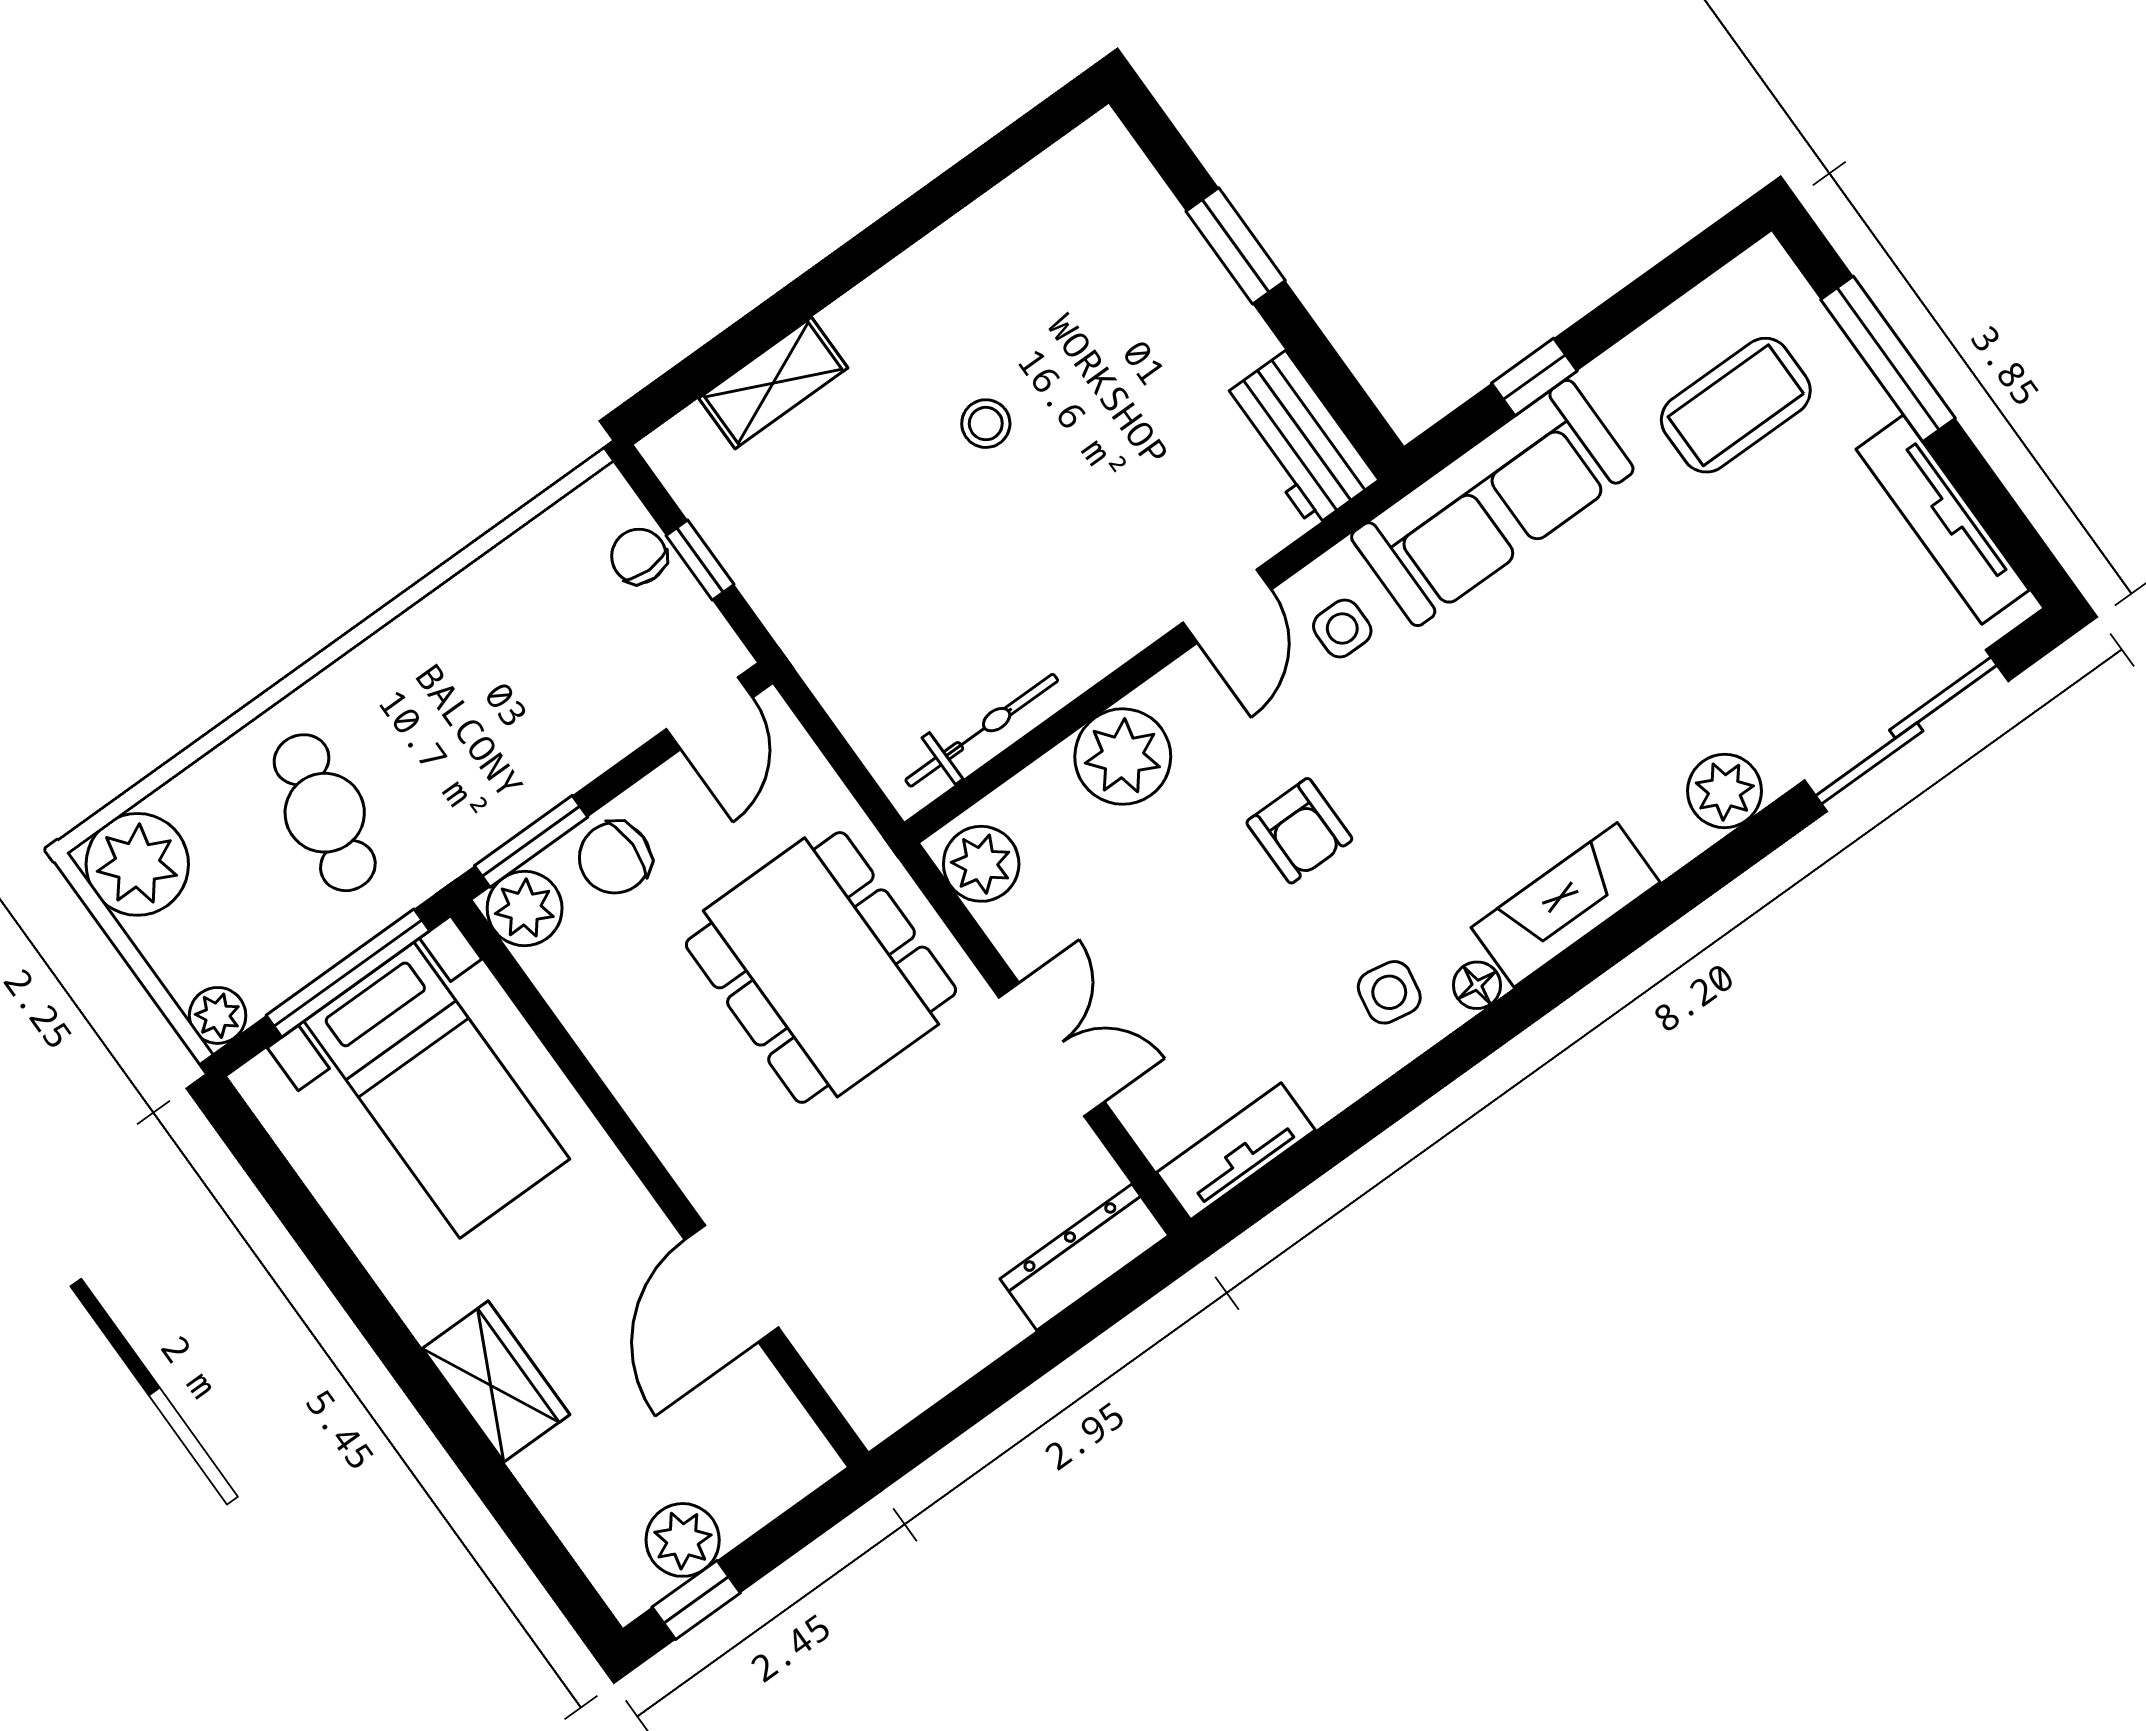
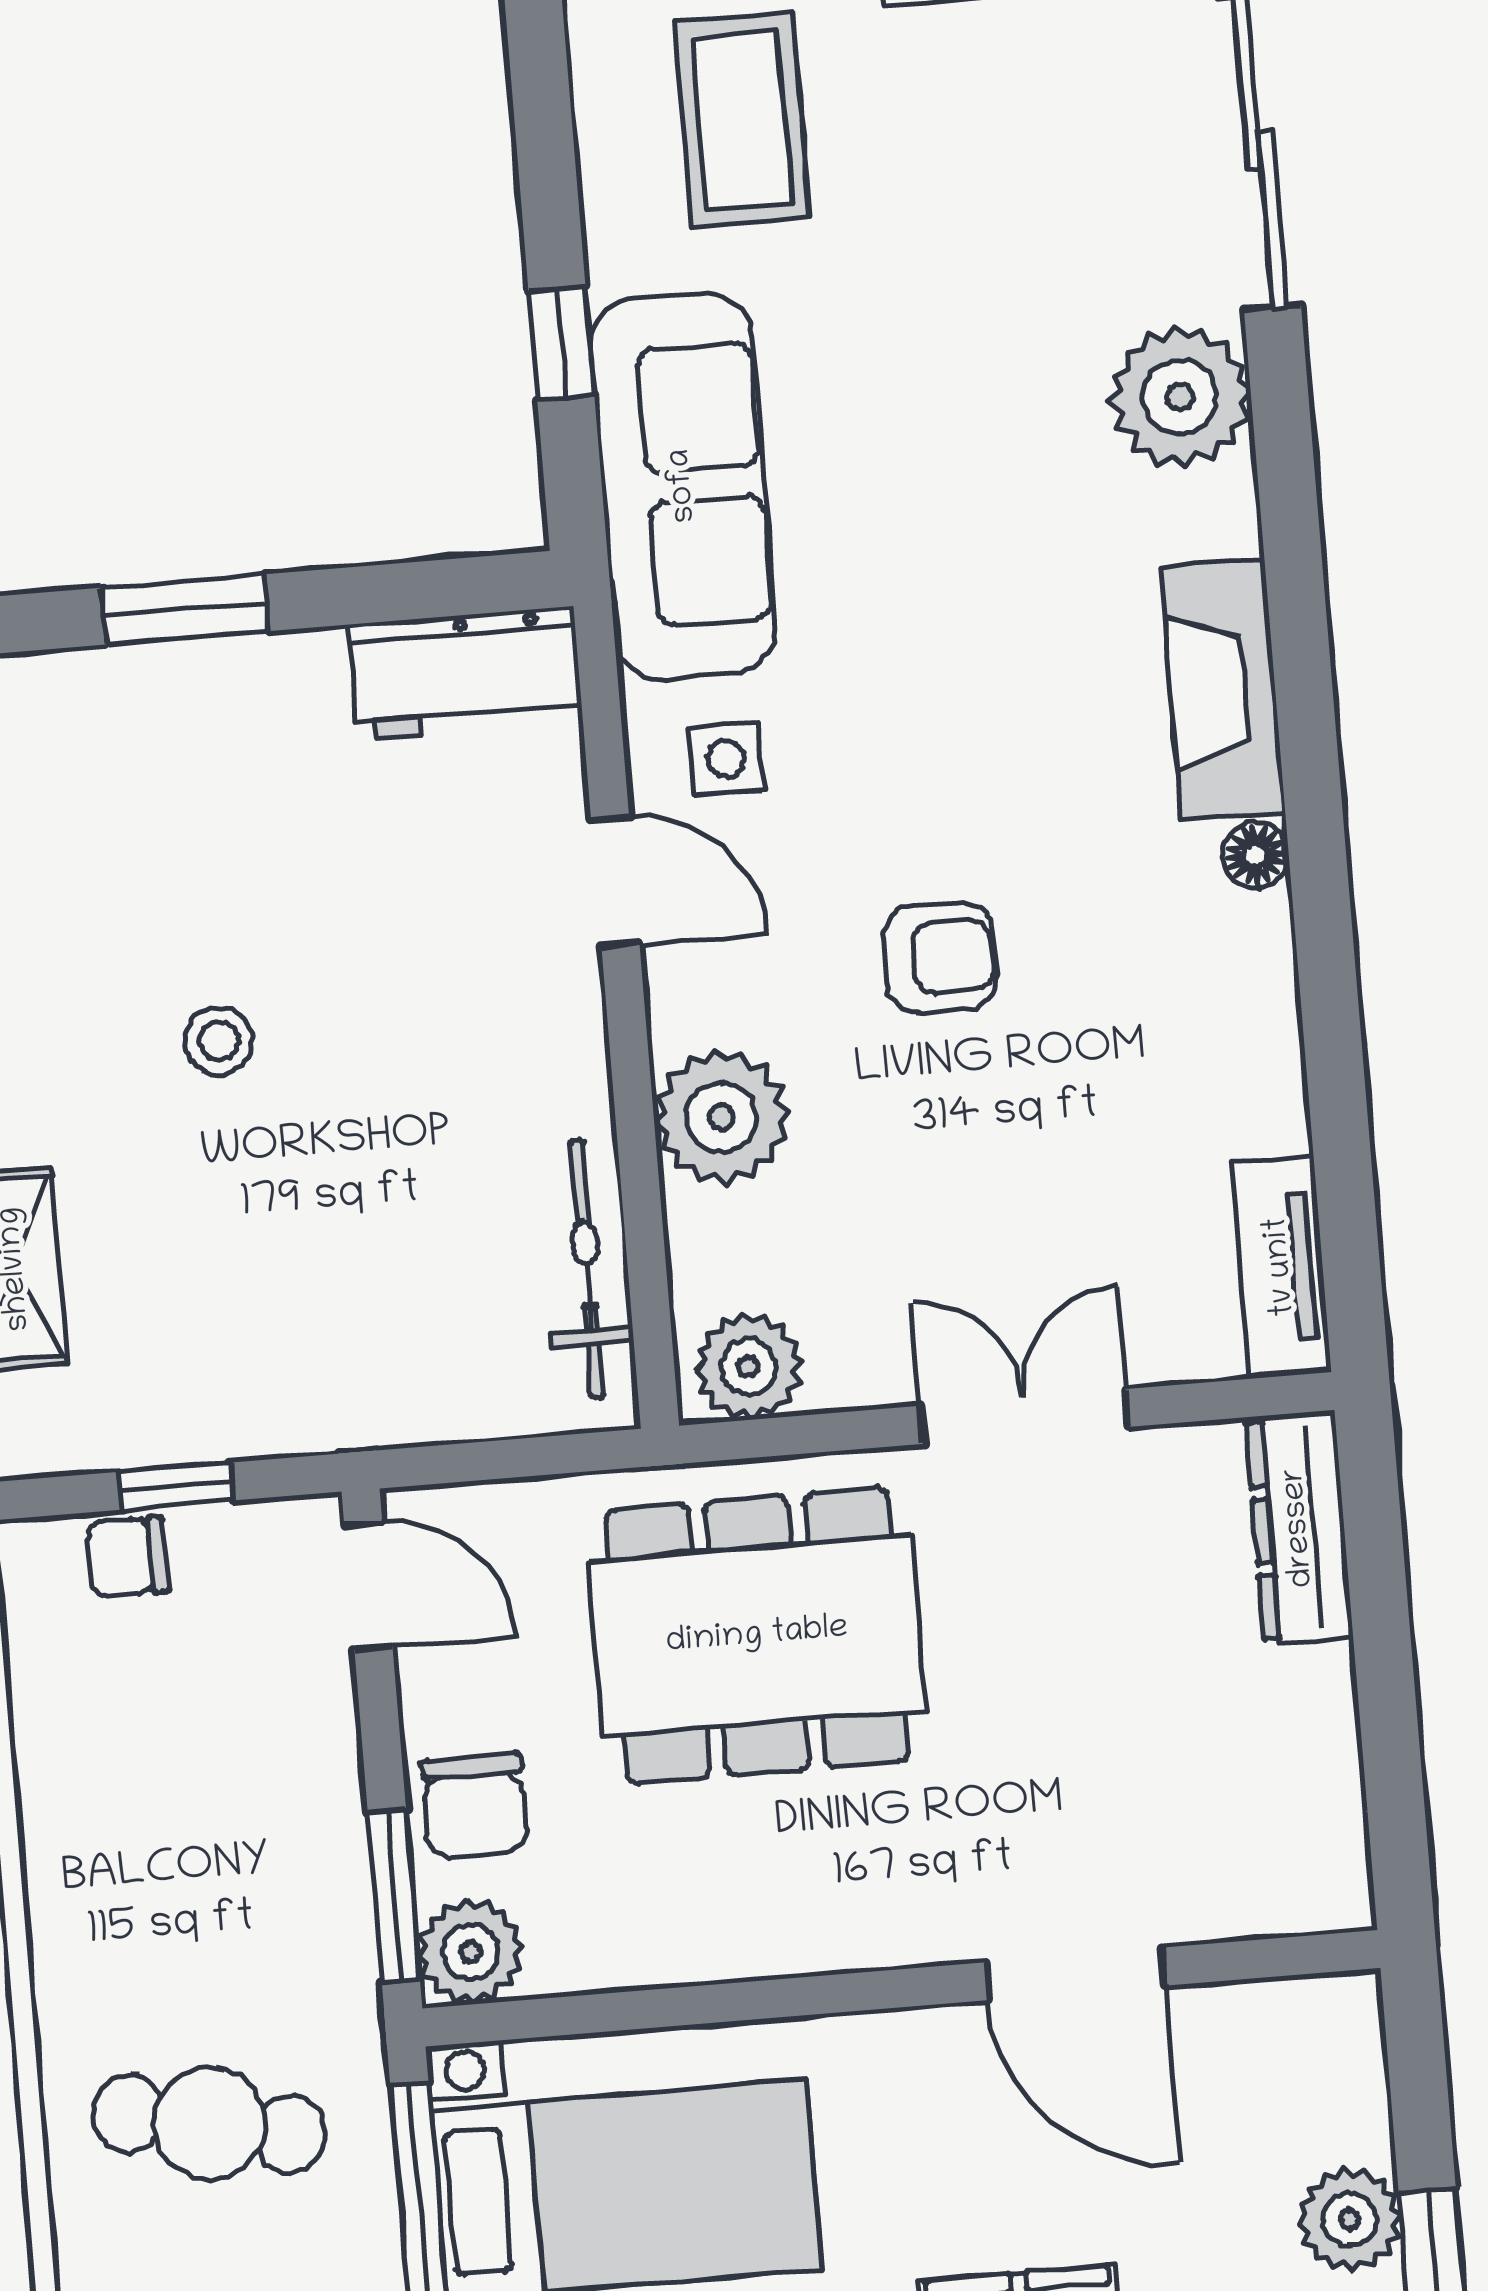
plant: (1725, 791) -> (1180, 397), width x1.36, depth x1.36
side table: (1389, 992) -> (1201, 966), removed

